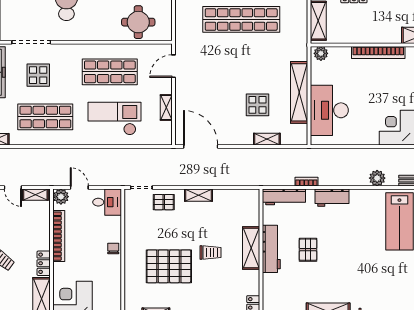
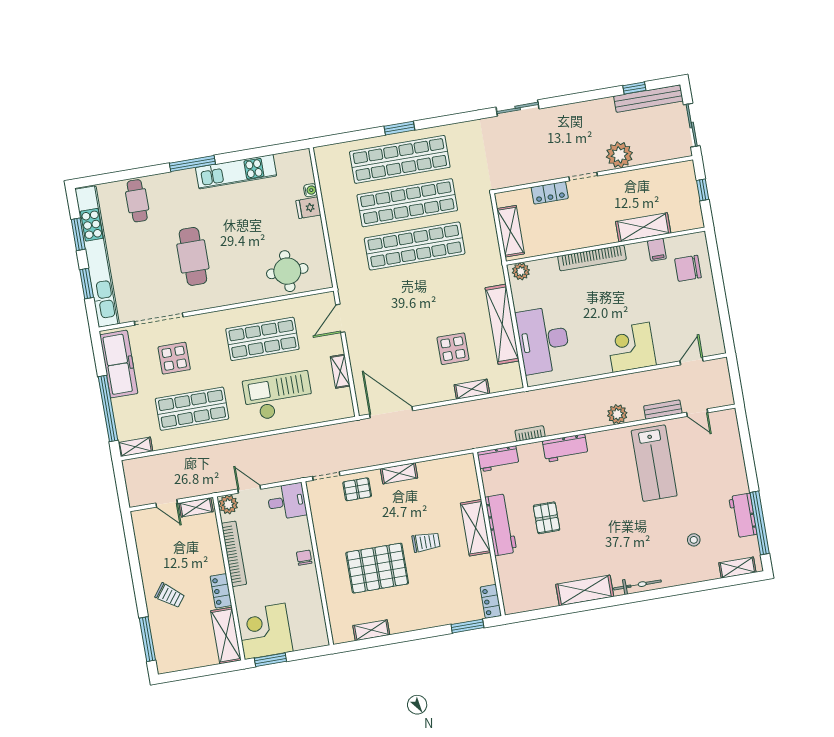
workbench: (284, 197) -> (498, 459), width x0.73

